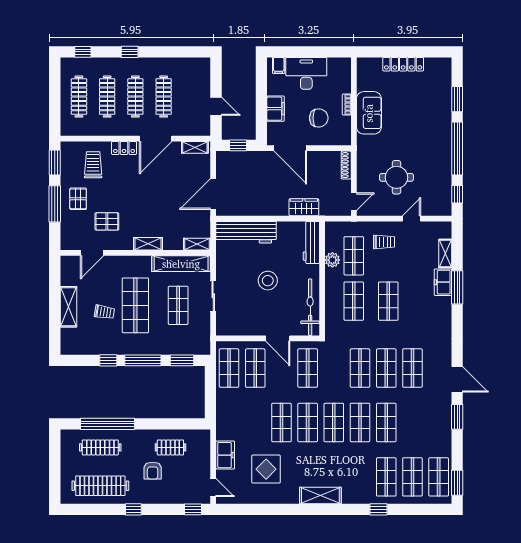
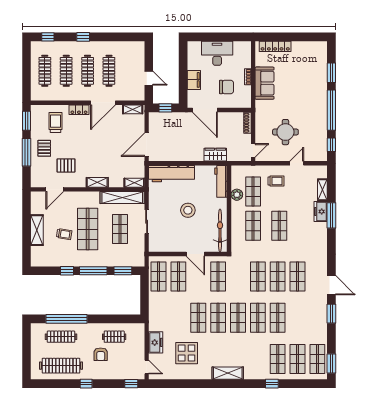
locker: (403, 64) -> (275, 46), moved
filing cabinet: (279, 65) -> (196, 47), removed

